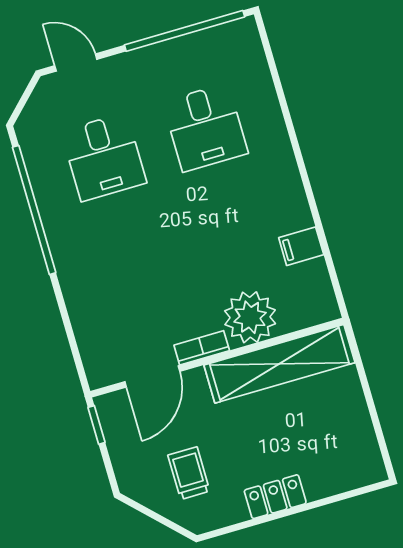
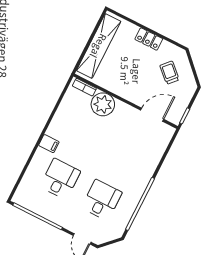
filing cabinet: (301, 246) -> (49, 144), moved
bookcase: (202, 348) -> (84, 87), moved
shelving: (279, 364) -> (99, 46), moved, turned 90
trolley: (189, 473) -> (169, 73), turned 133

